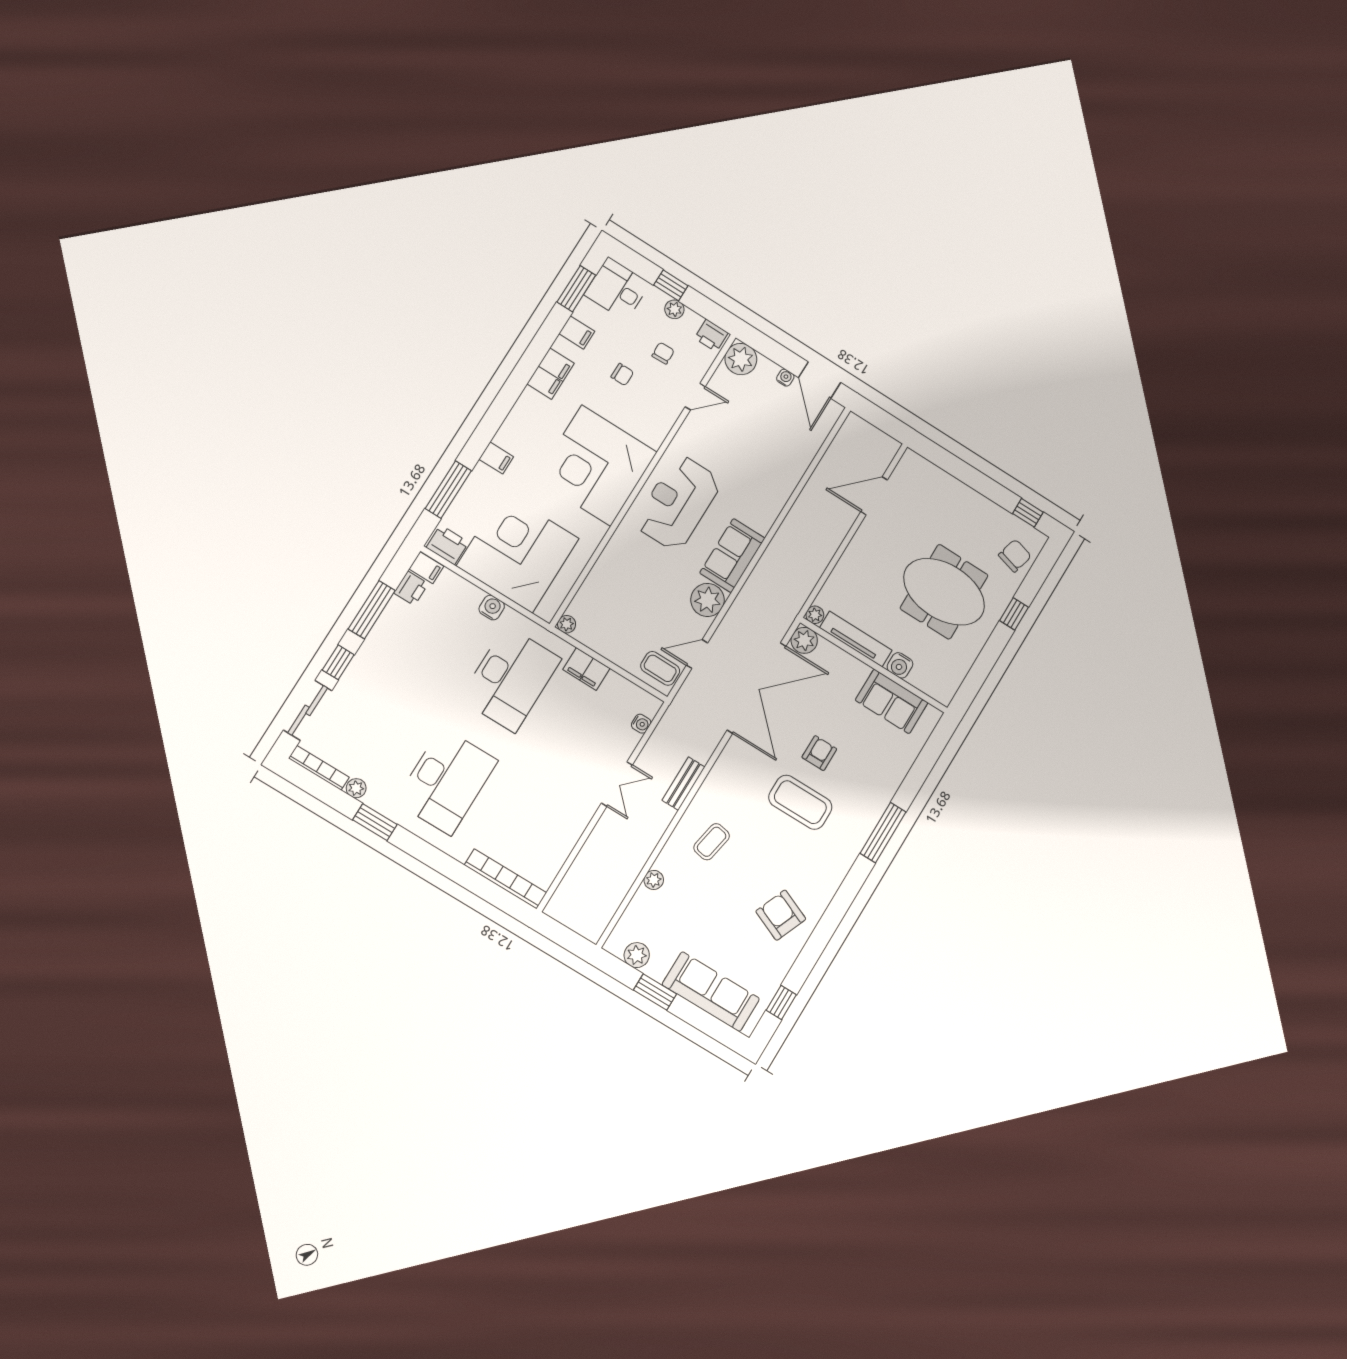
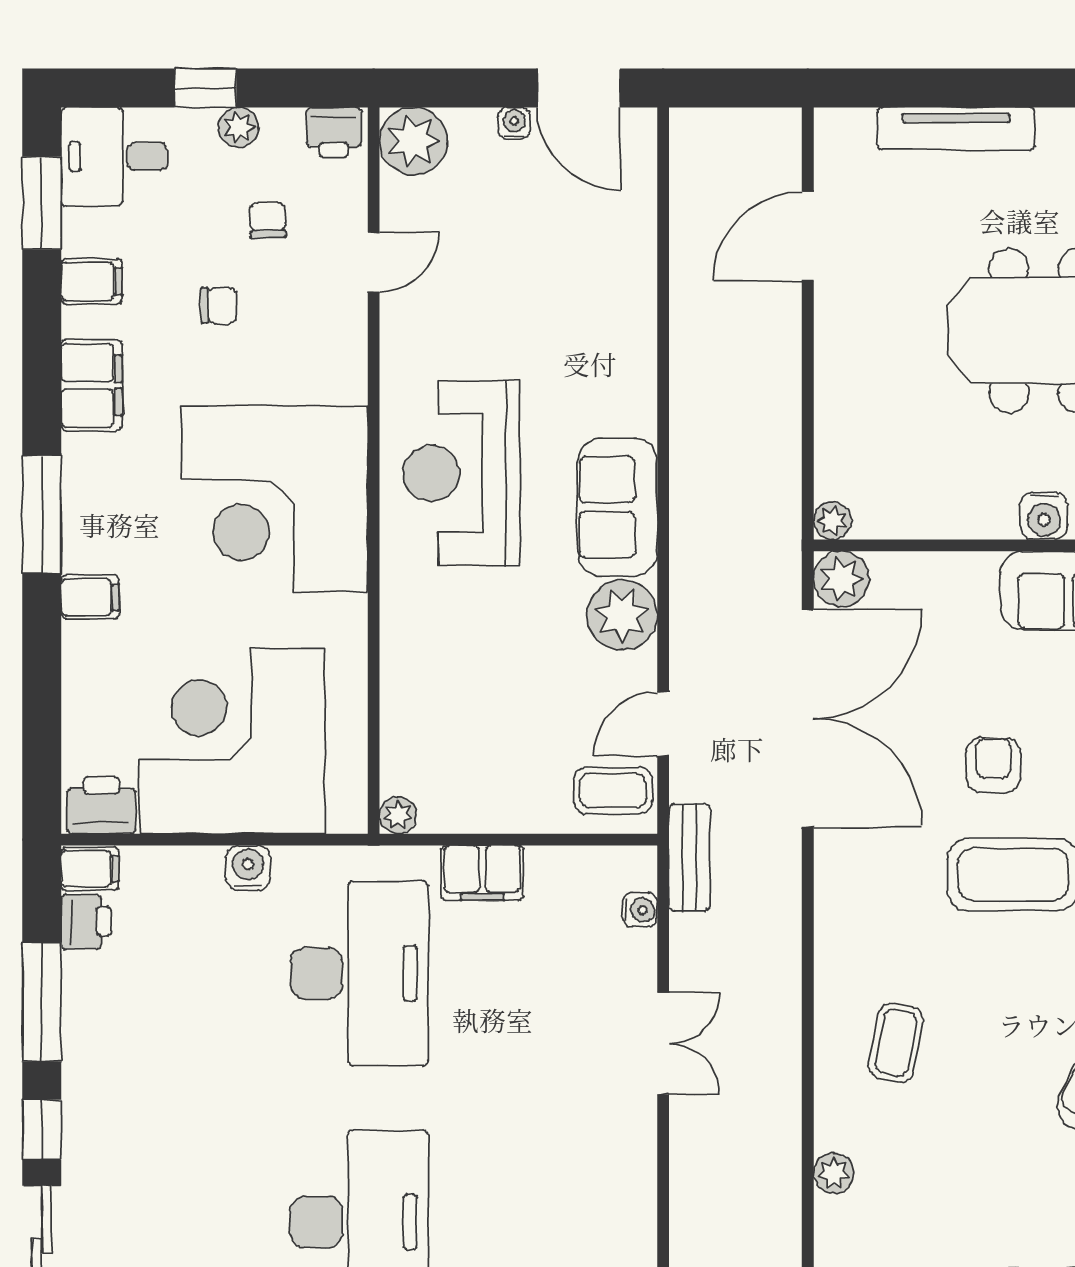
window: (448, 490) -> (42, 514), moved
tv unit: (856, 639) -> (956, 129), moved, turned 180
bench: (683, 784) -> (689, 857), moved

